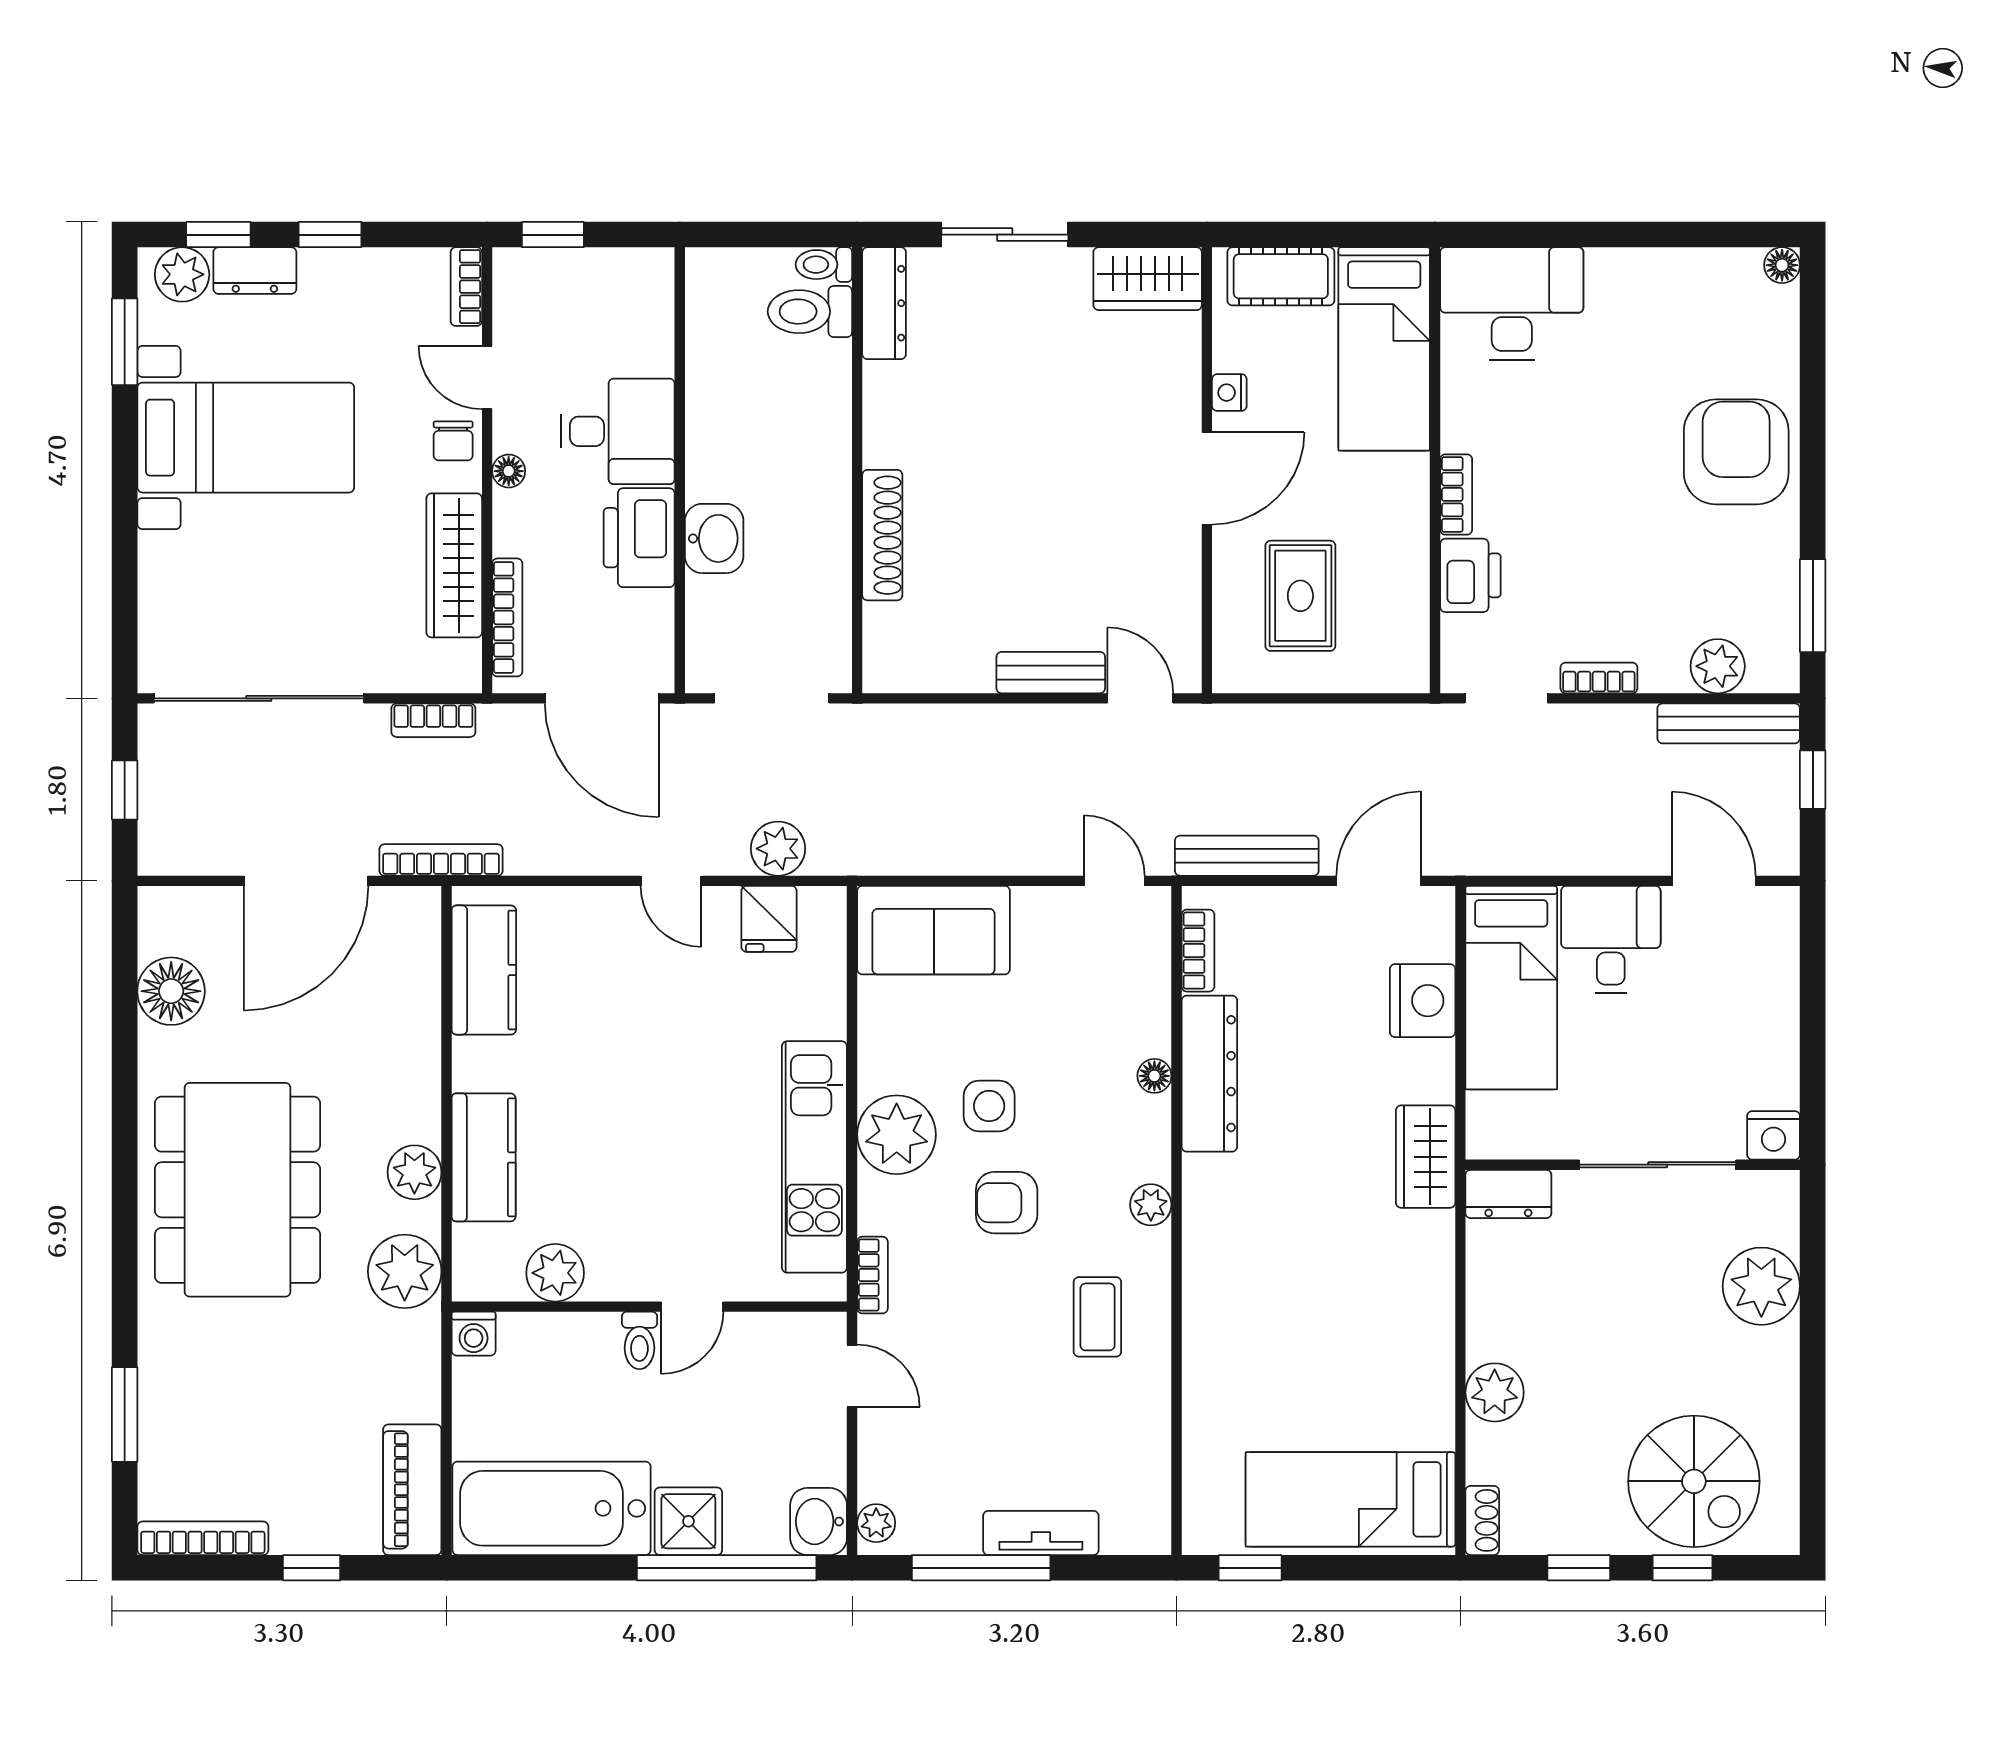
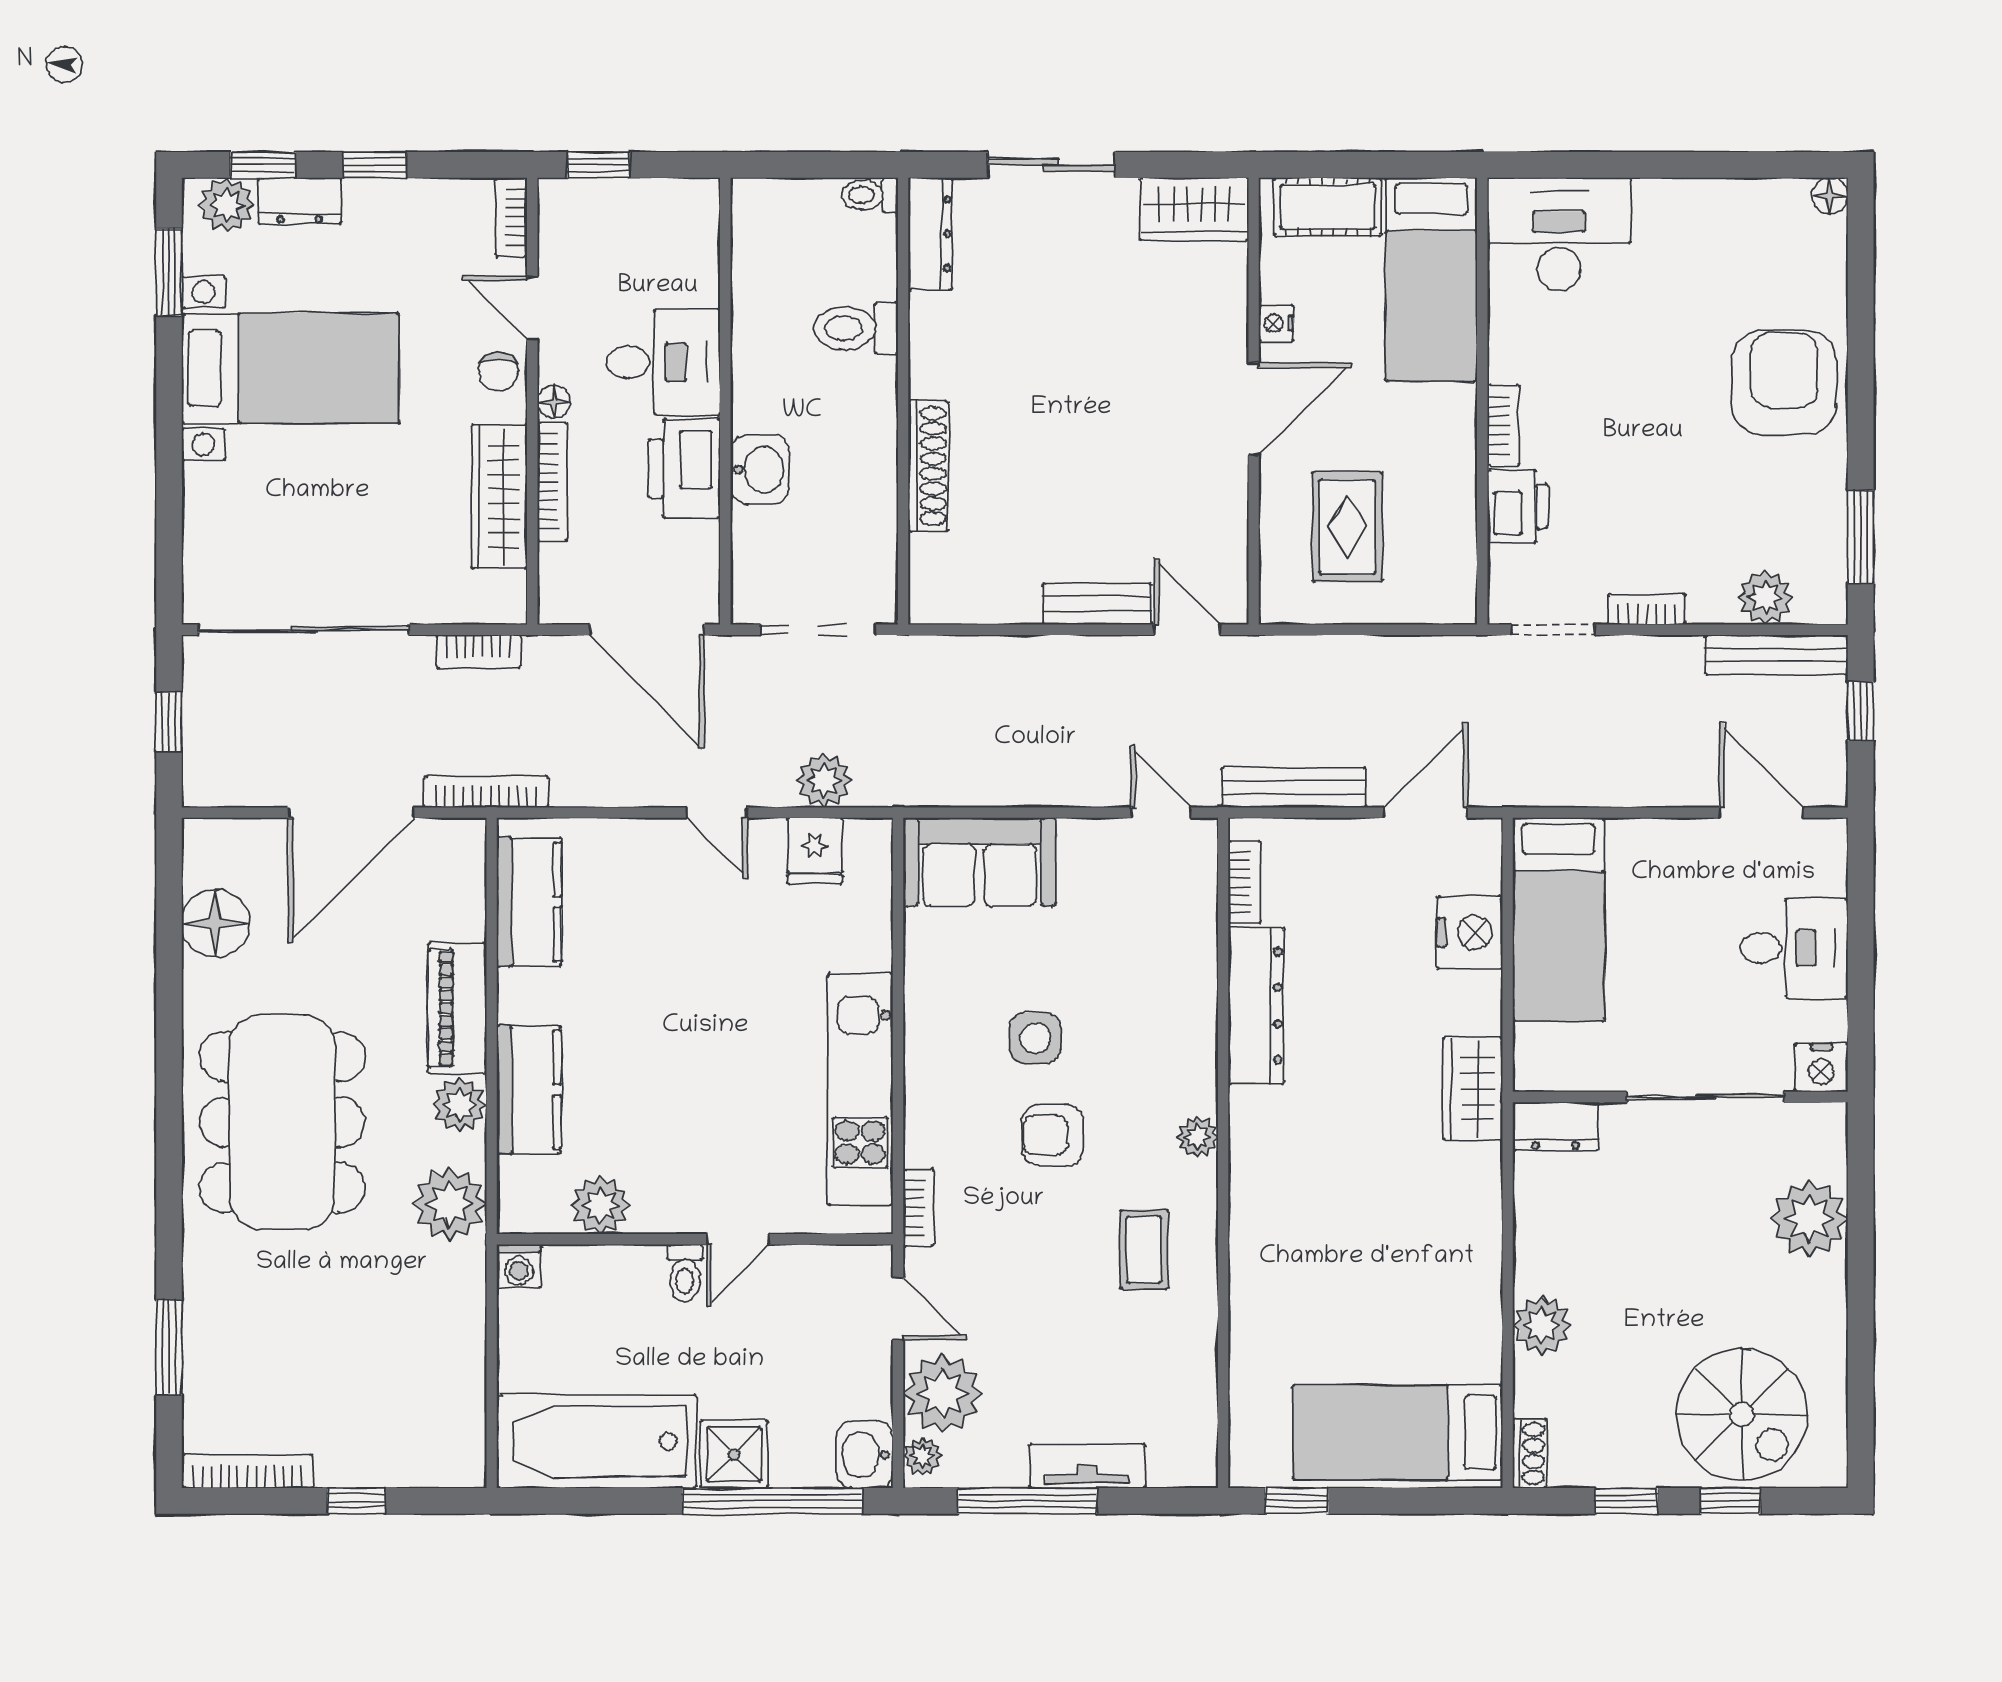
toilet: (810, 312) -> (856, 328), moved
bookcase: (507, 617) -> (552, 482), moved
desk: (1611, 940) -> (1794, 948), moved, turned 90
floor lamp: (1154, 1076) -> (1201, 1008), removed
plant: (897, 1135) -> (943, 1394), moved
piano: (412, 1490) -> (457, 1008), moved

